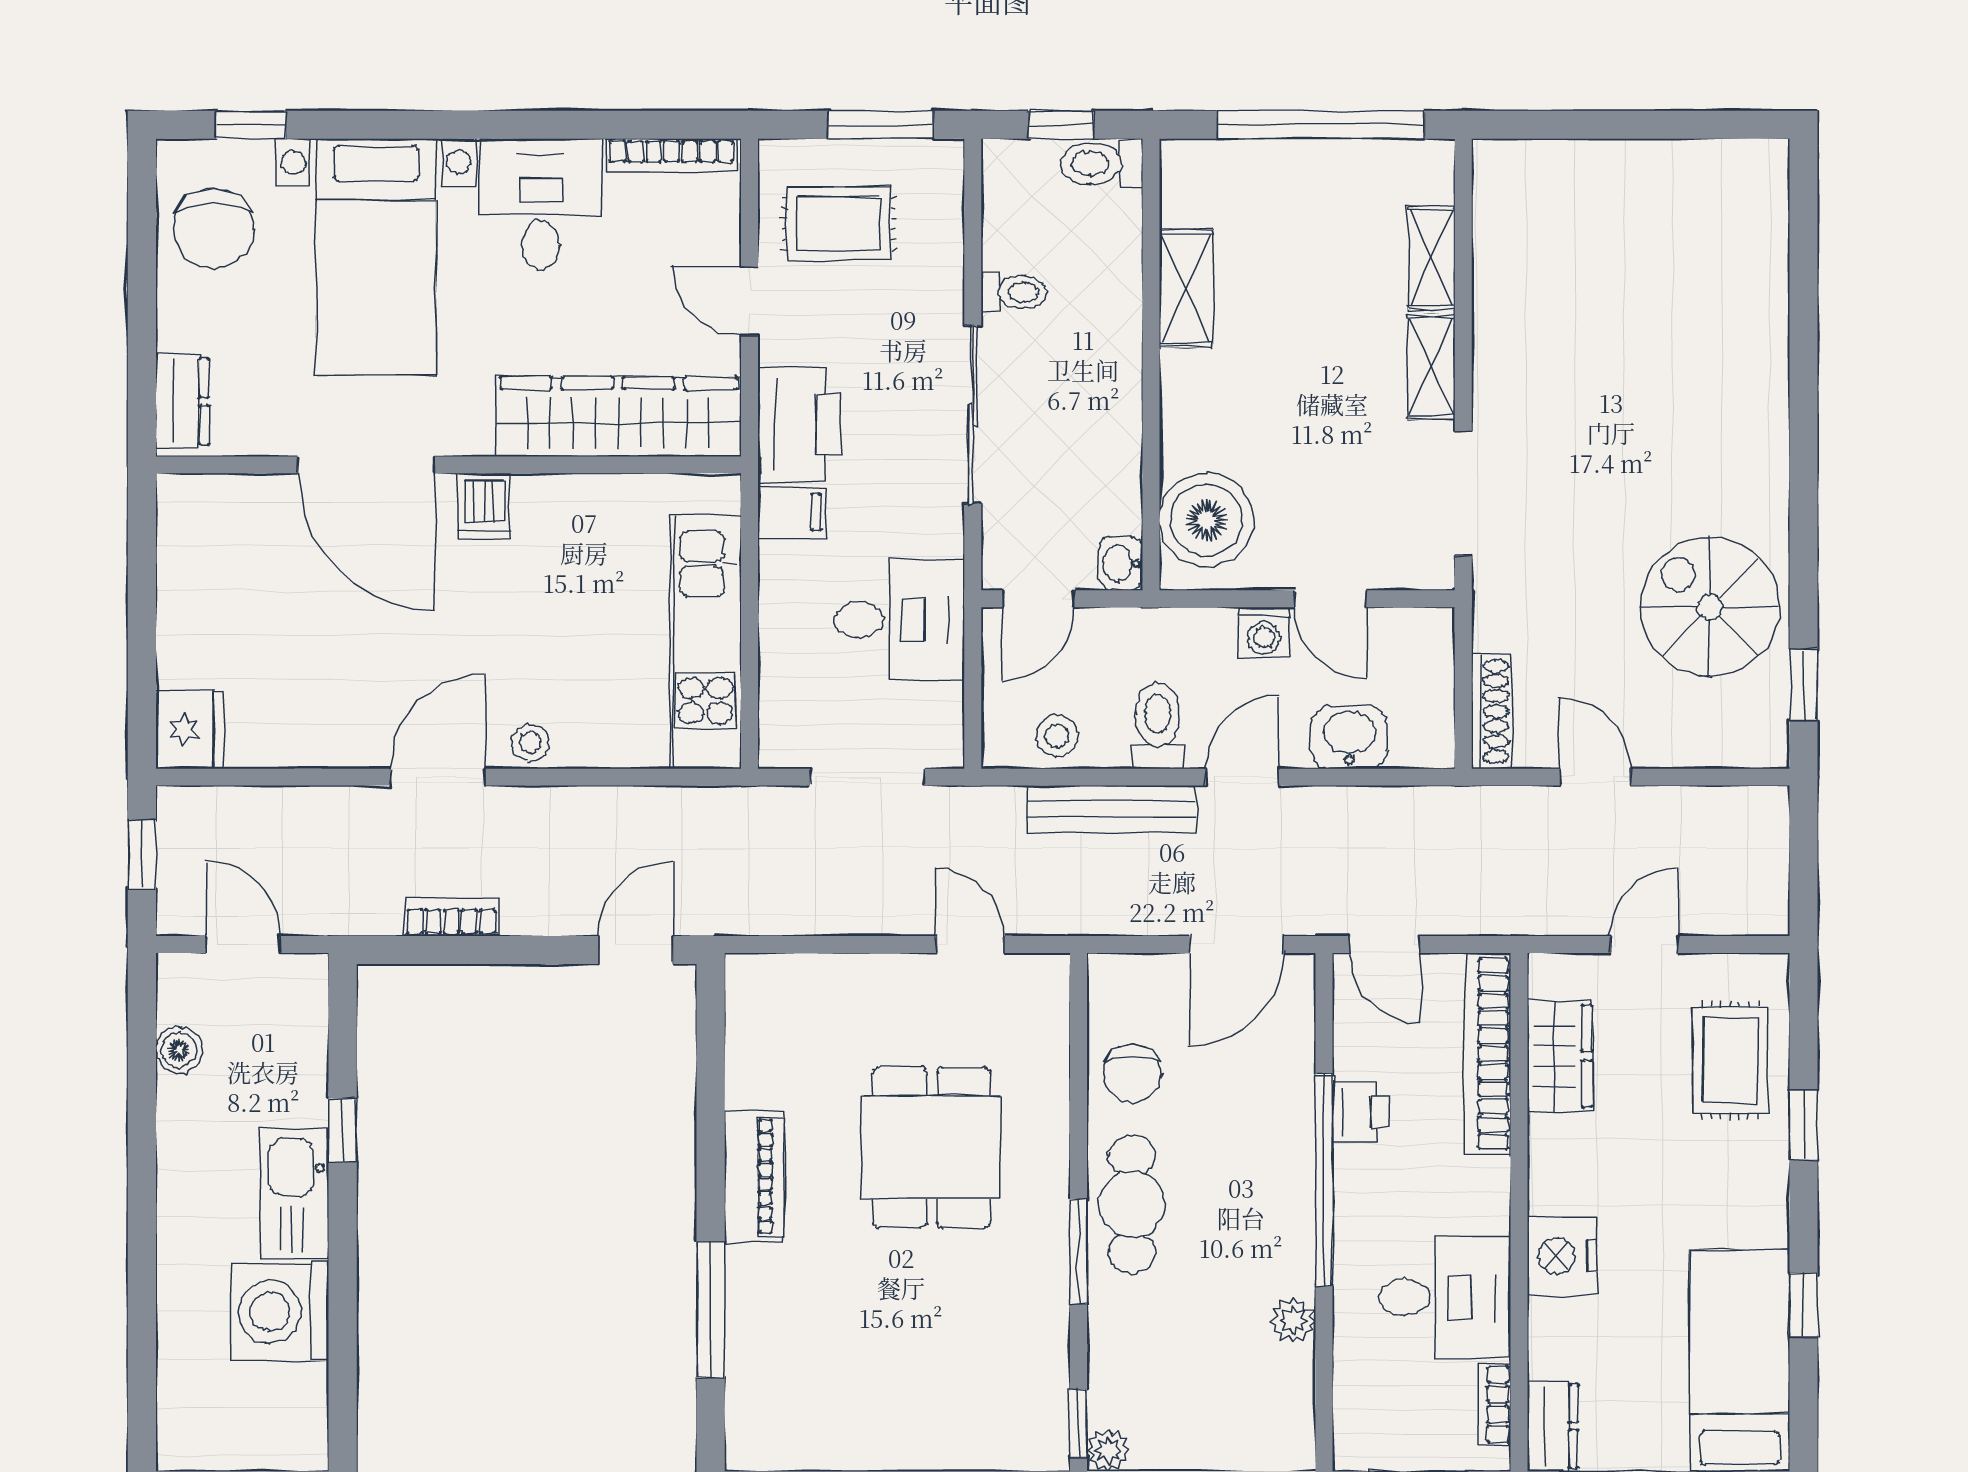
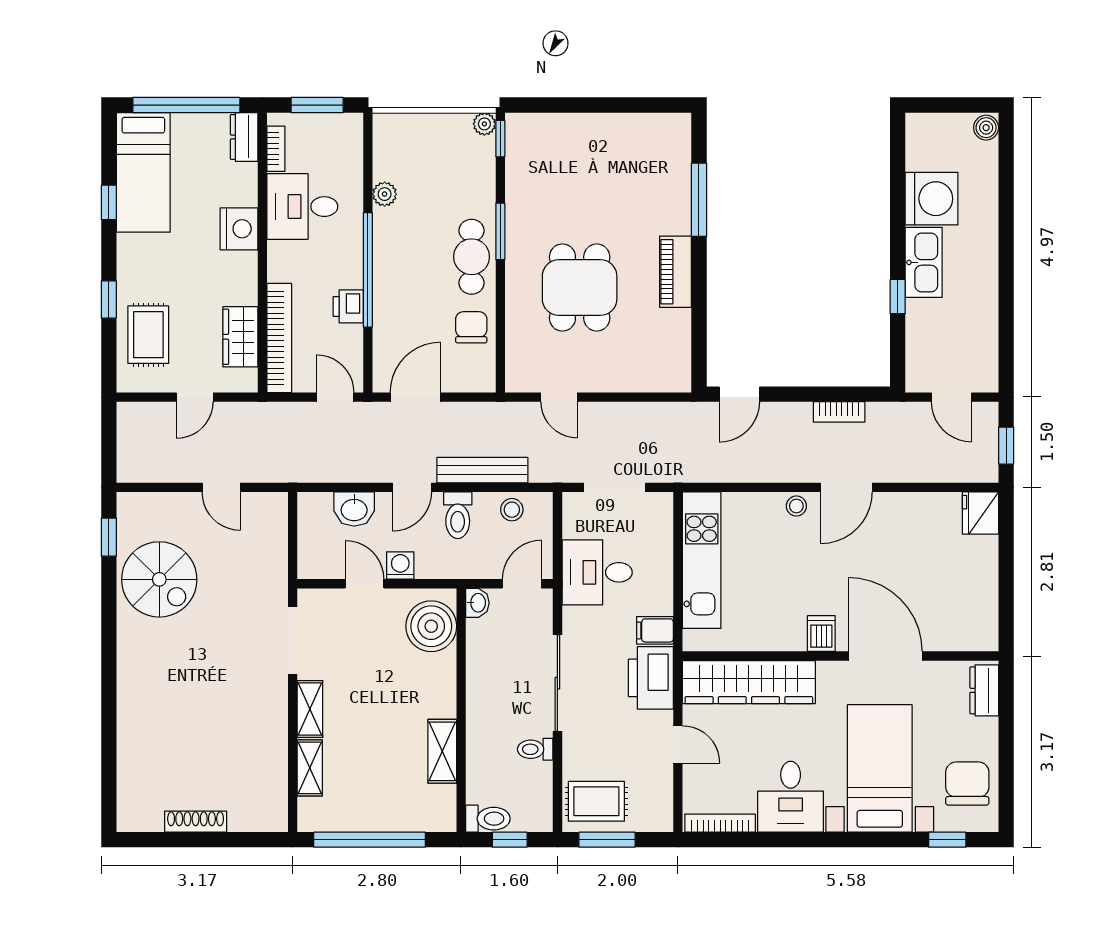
rug: (839, 224) -> (596, 801), moved
shoe rack: (1491, 711) -> (196, 822), moved, turned 90
boiler: (179, 1050) -> (986, 128), moved

